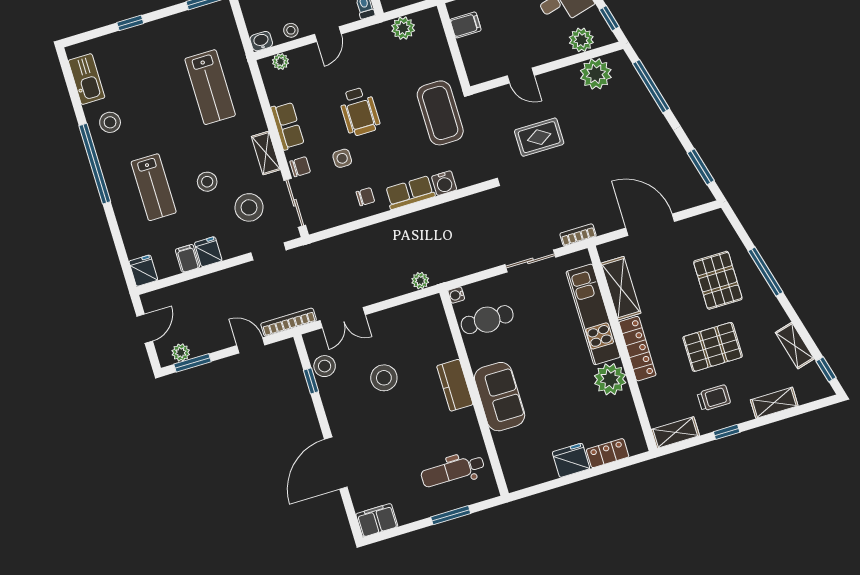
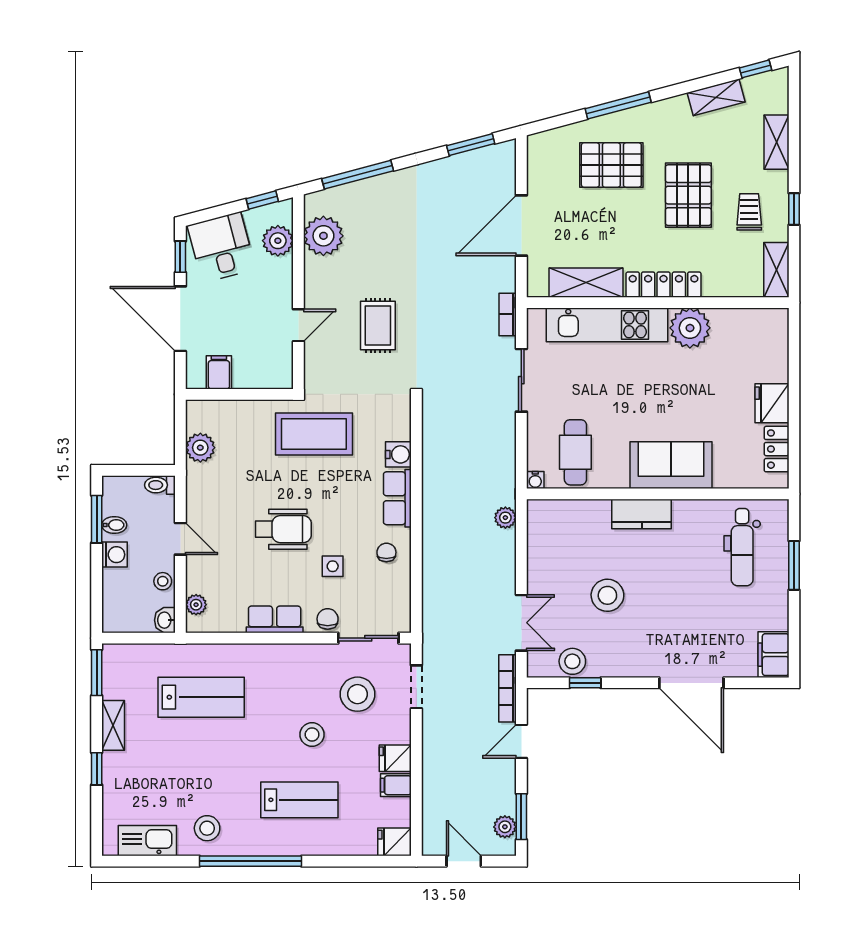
shelving: (266, 153) -> (113, 725), moved, turned 90
locker: (608, 453) -> (777, 449), moved

